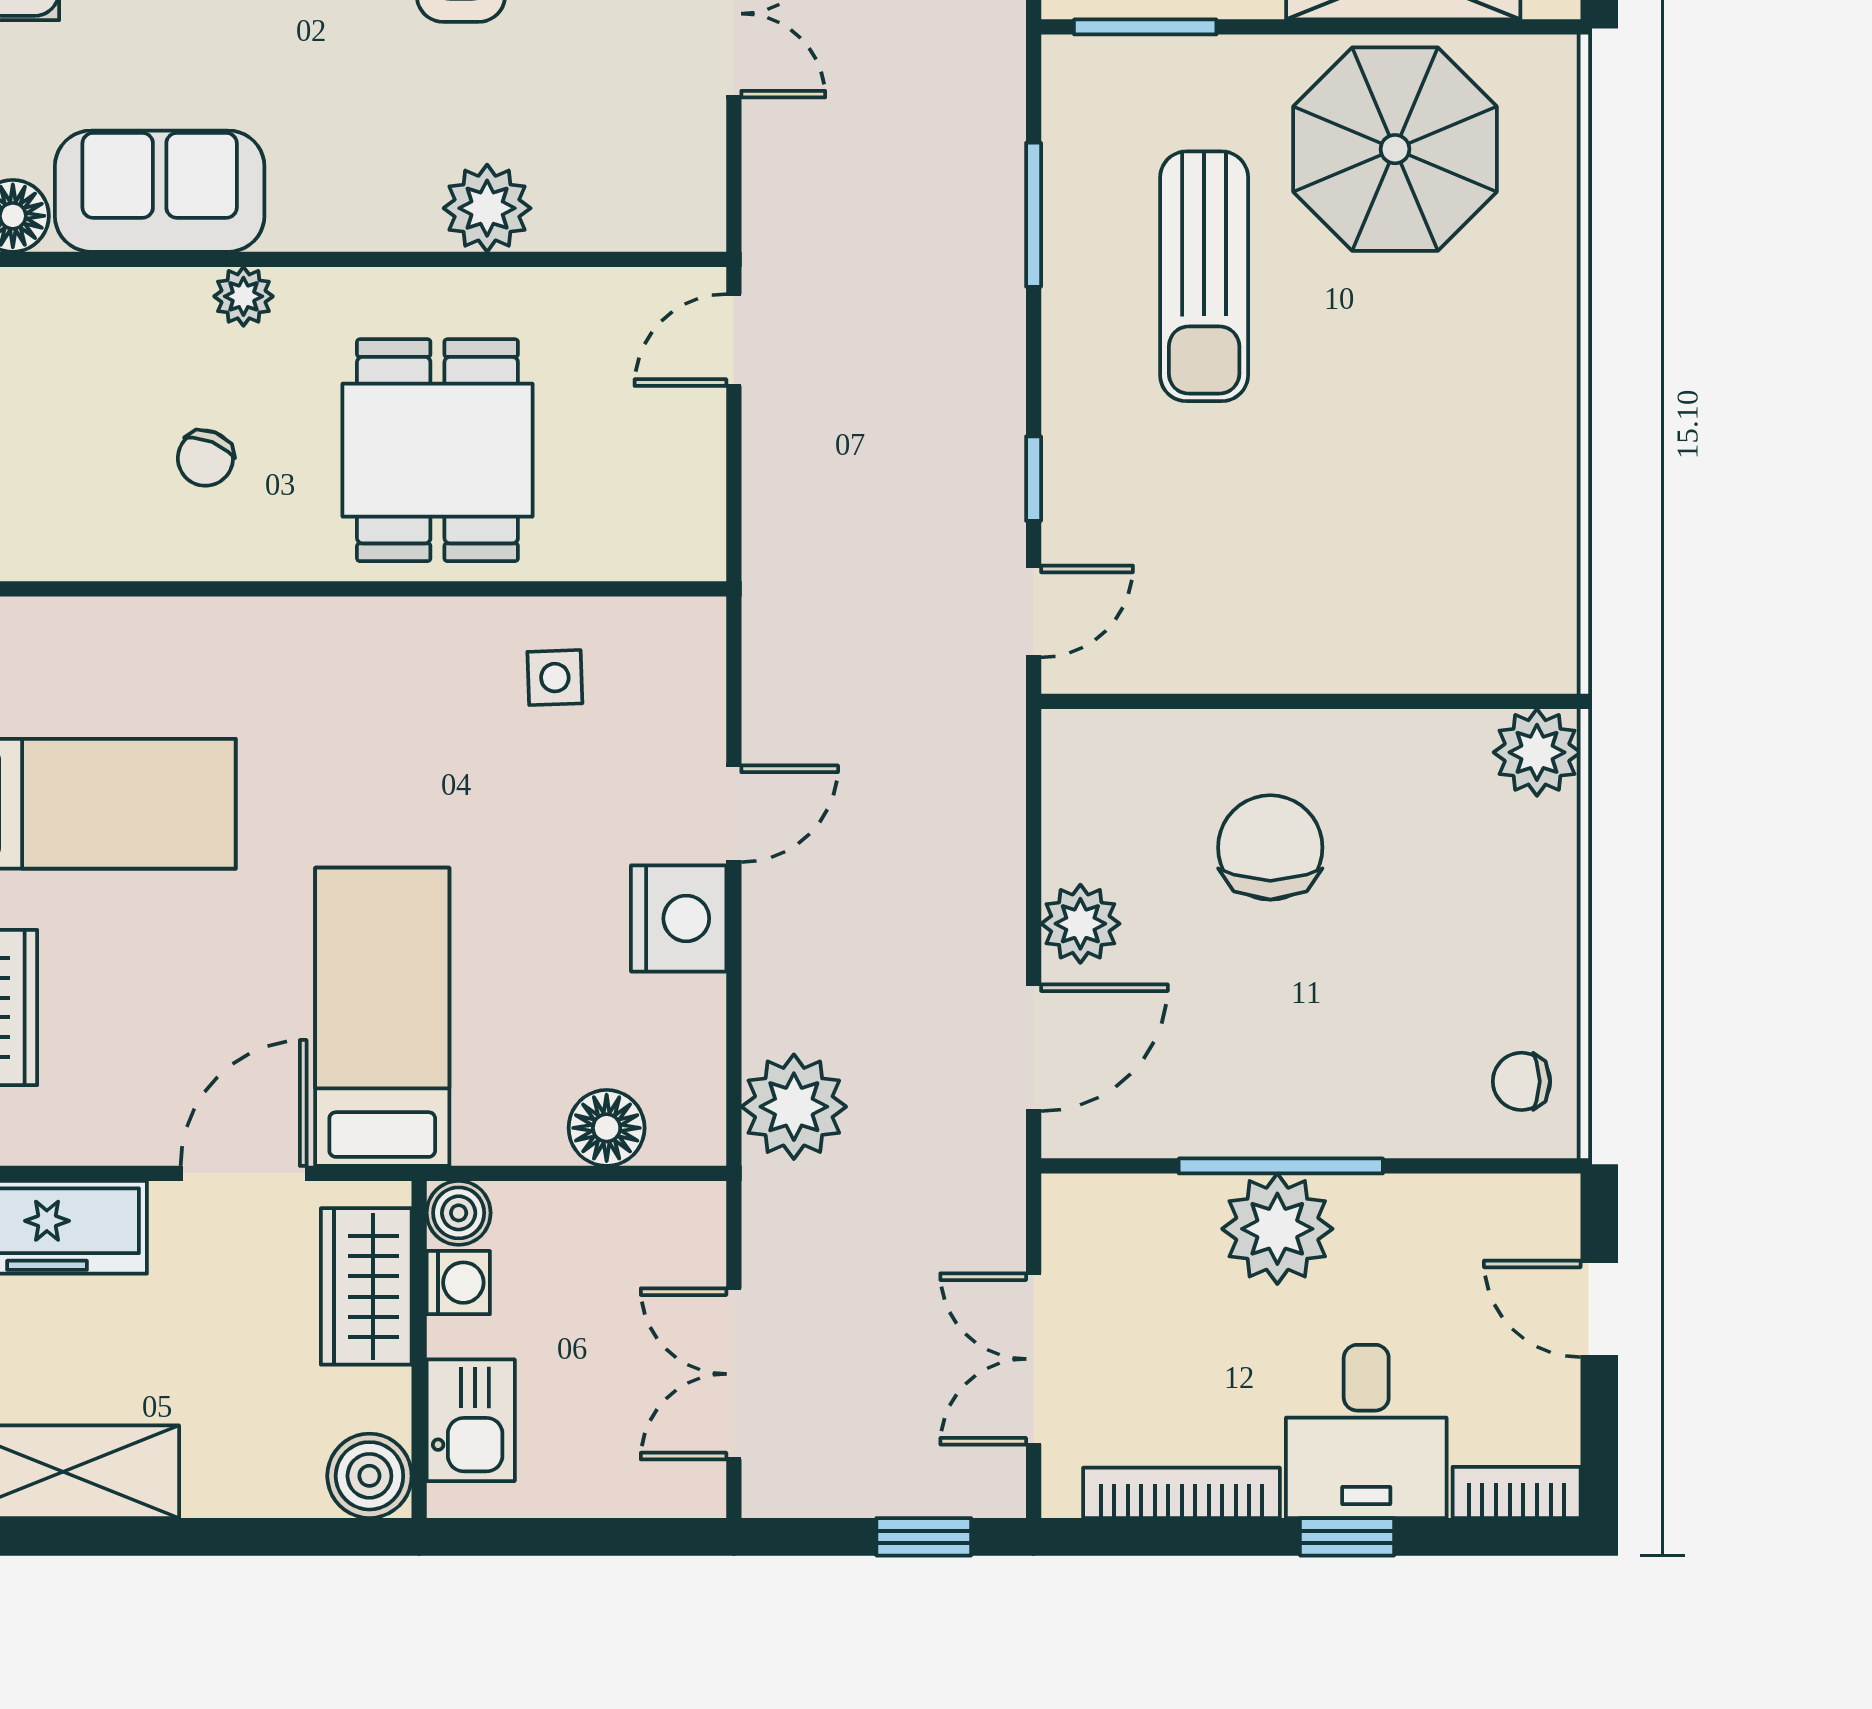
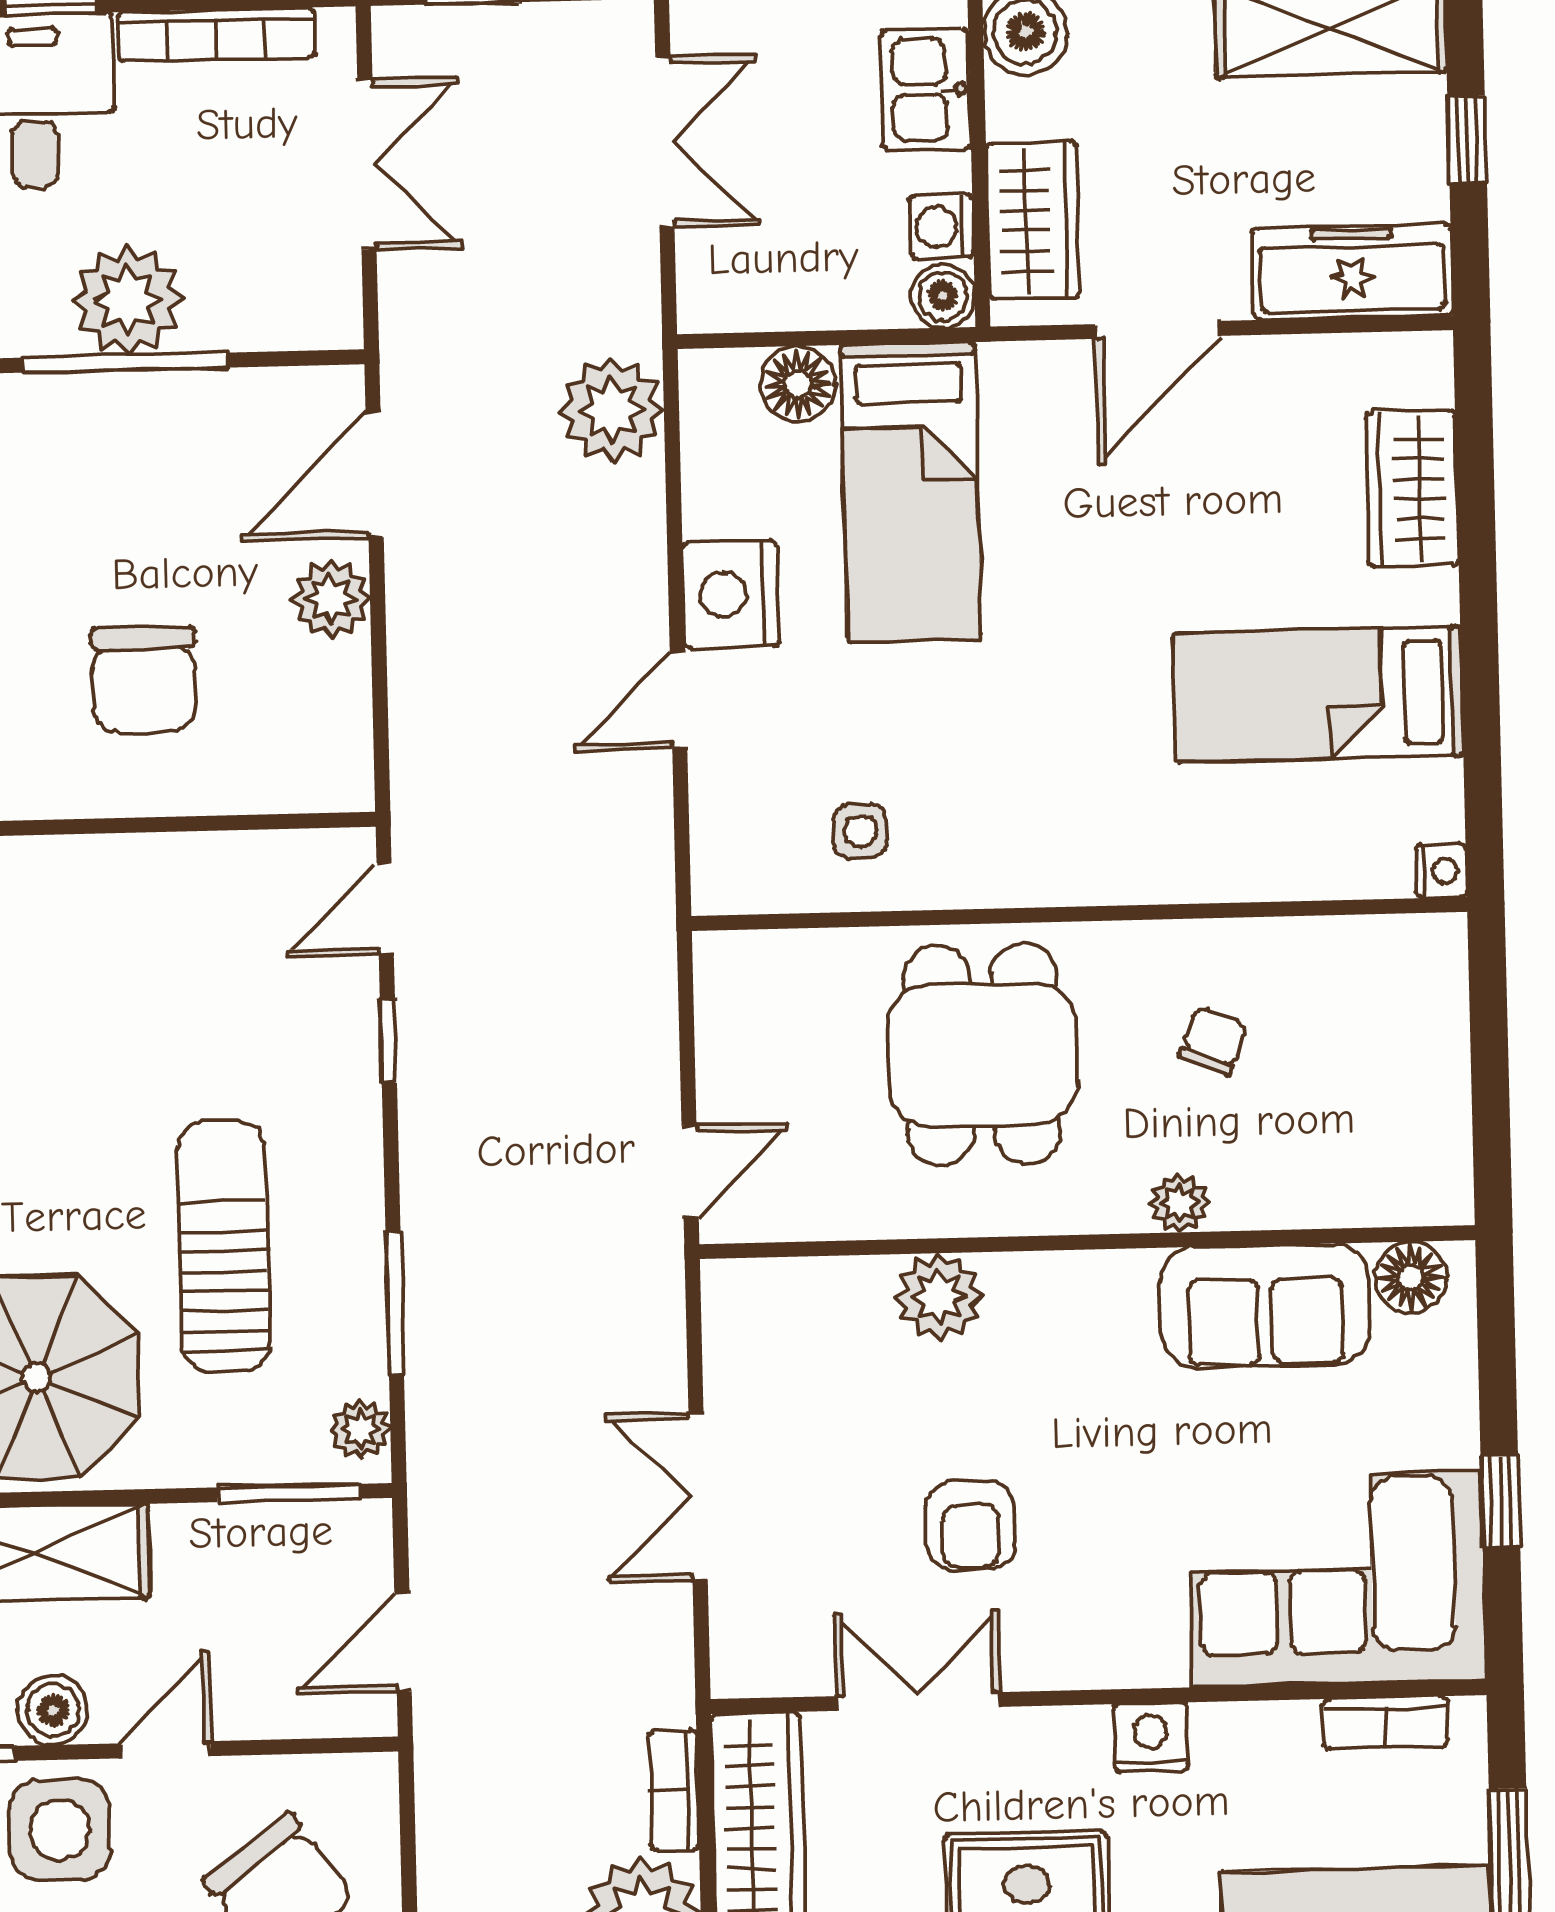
plant: (1071, 89) -> (360, 1429), added
bed: (382, 1017) -> (911, 492), moved

